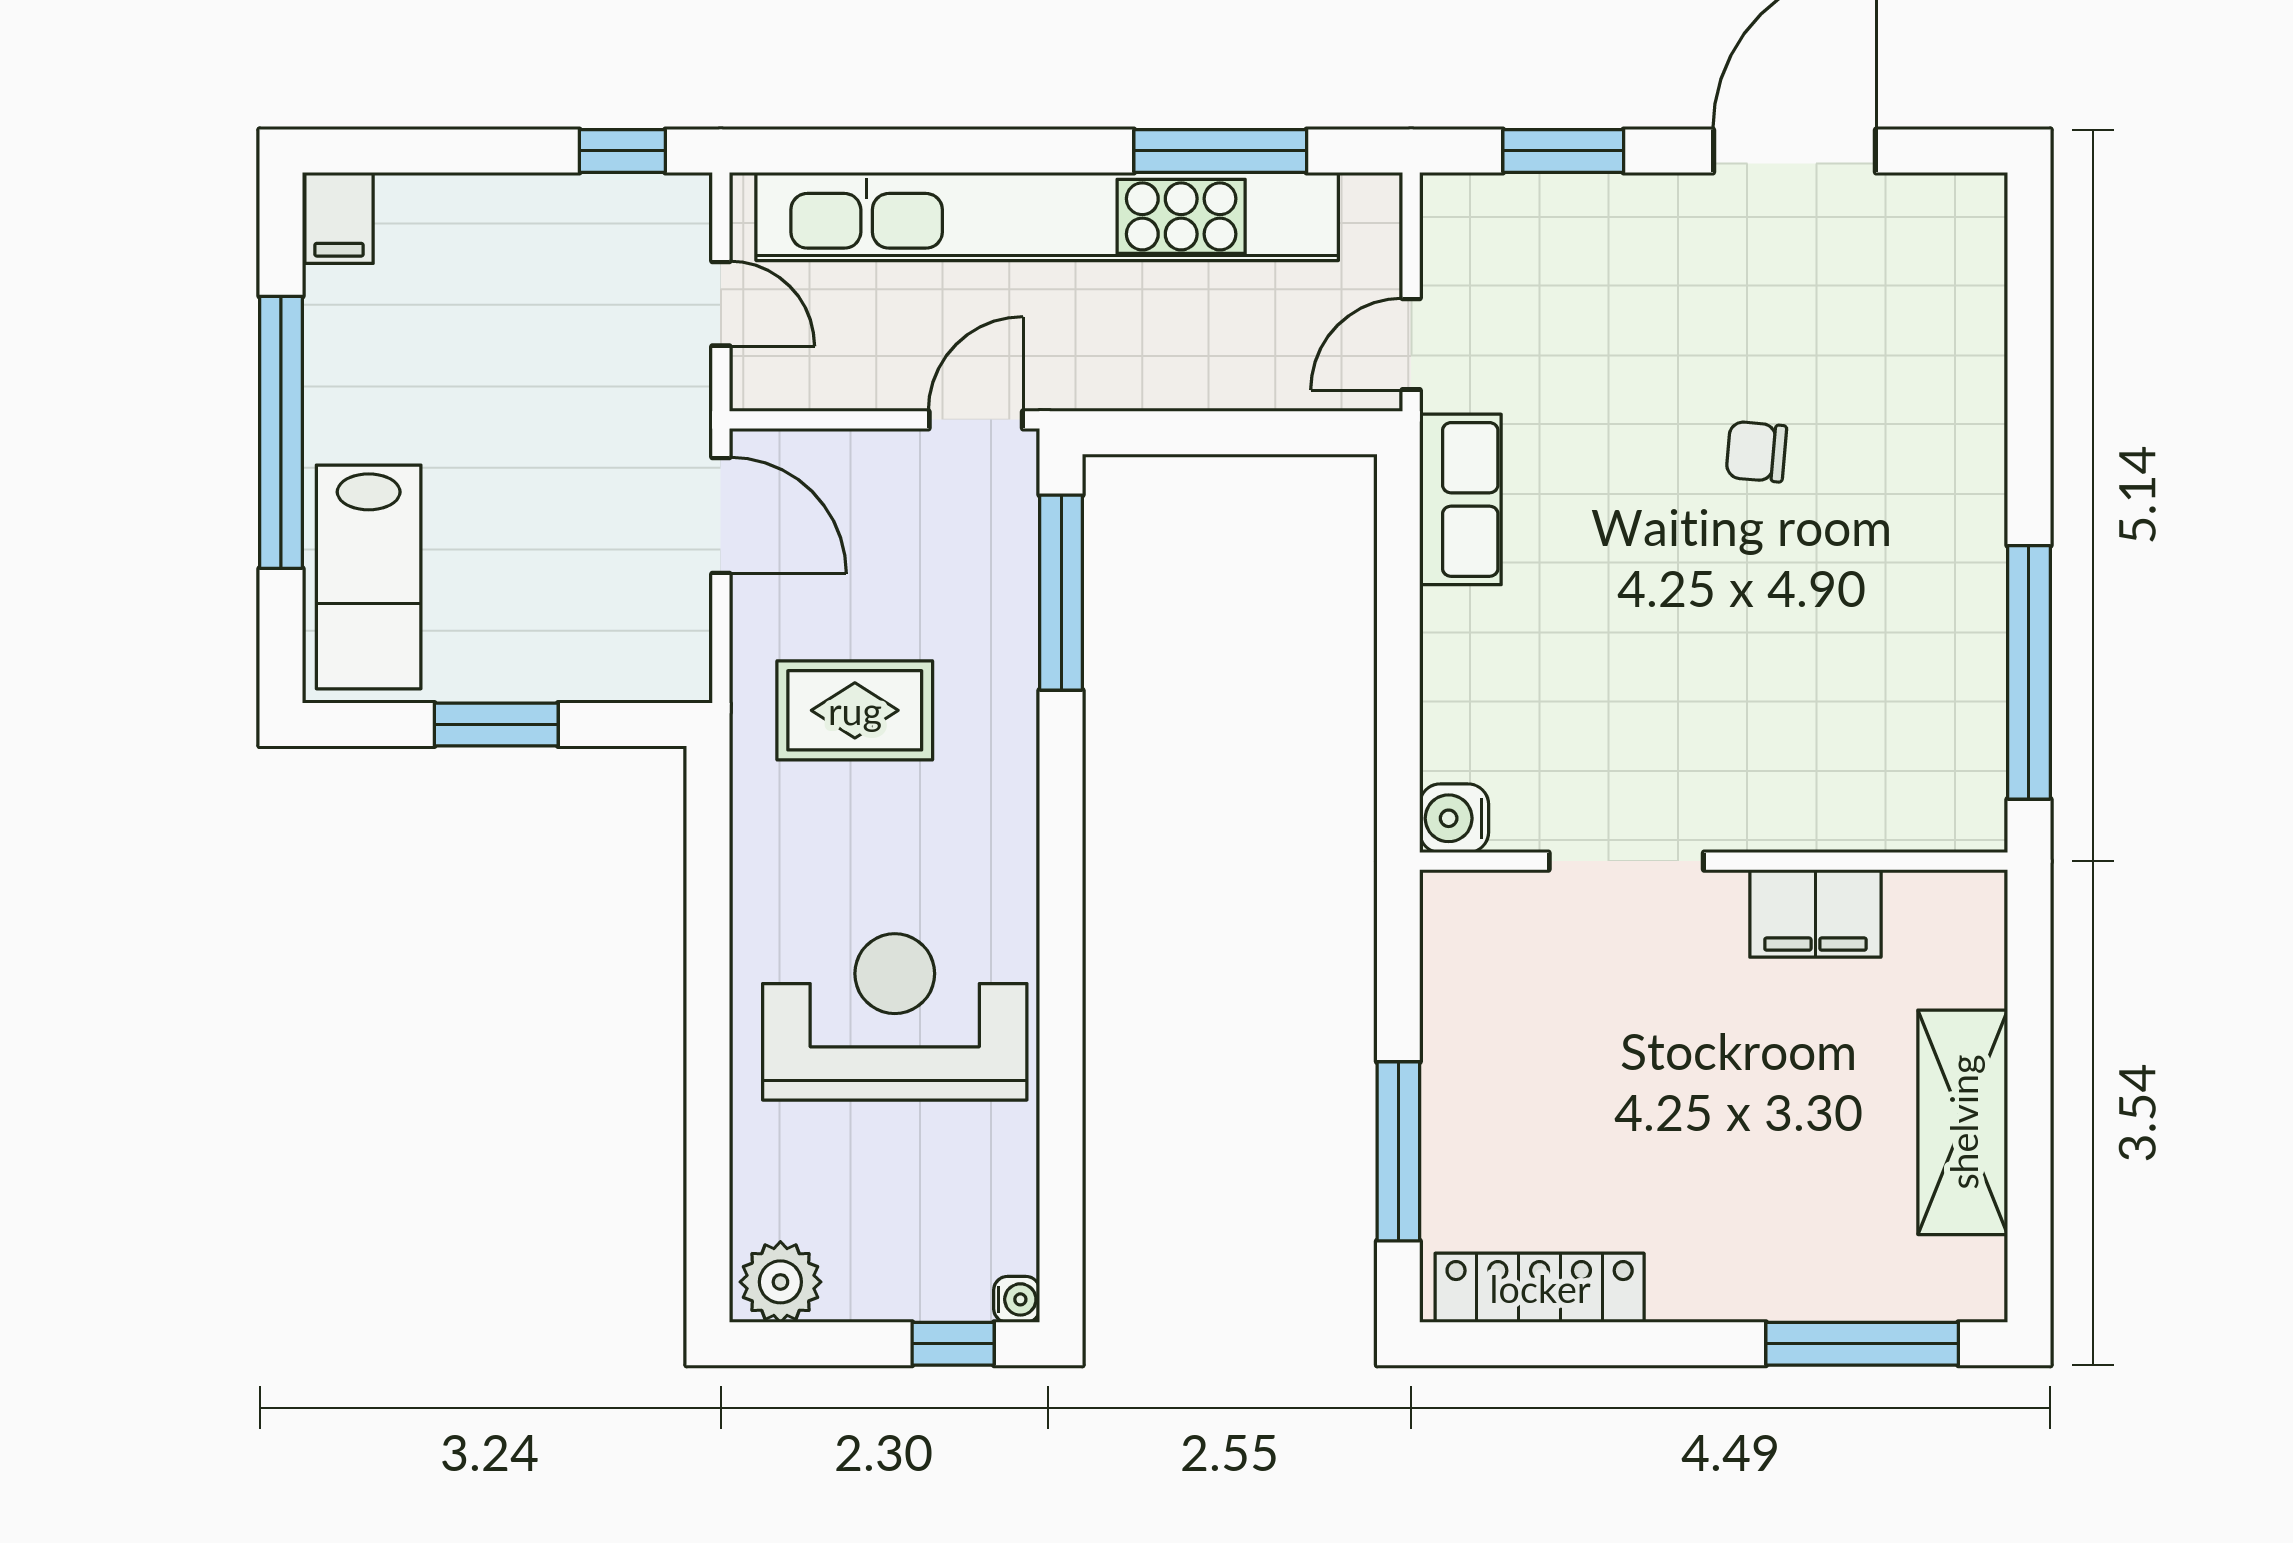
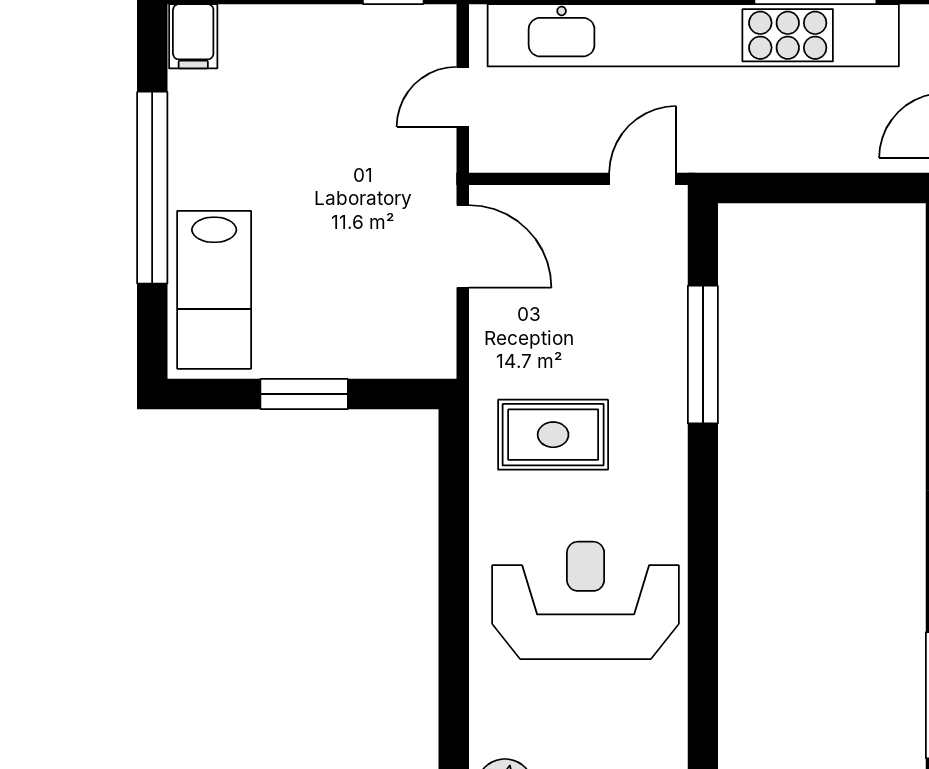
door: (721, 304) -> (463, 97), swing flipped
window: (1061, 593) -> (703, 355), moved
rug: (855, 710) -> (553, 435), moved

